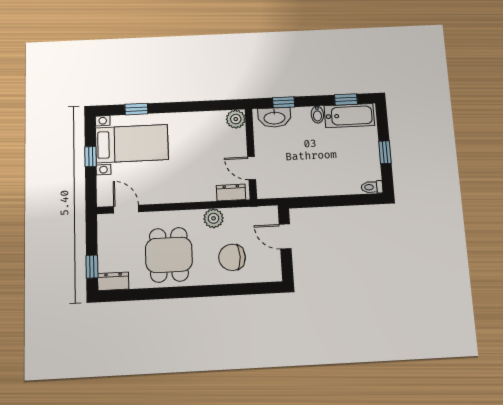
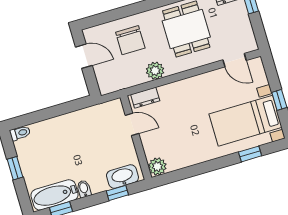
door: (285, 236) -> (84, 56), moved
chair: (232, 257) -> (130, 40), turned 90

